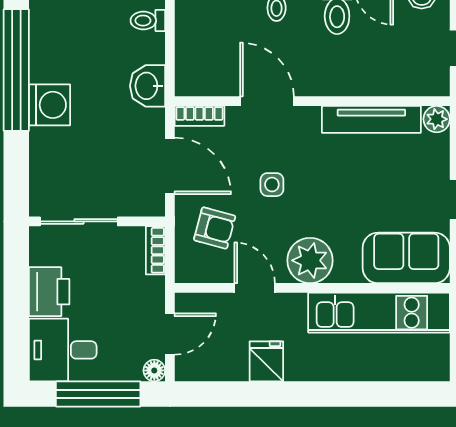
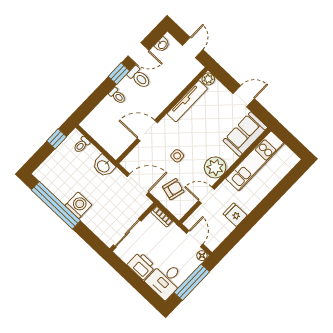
bookcase: (199, 116) -> (131, 158), removed

